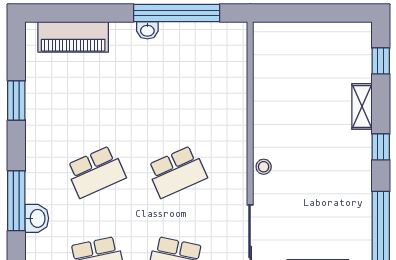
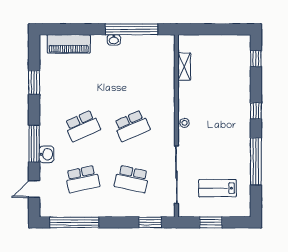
shelving: (362, 106) -> (184, 67), moved

